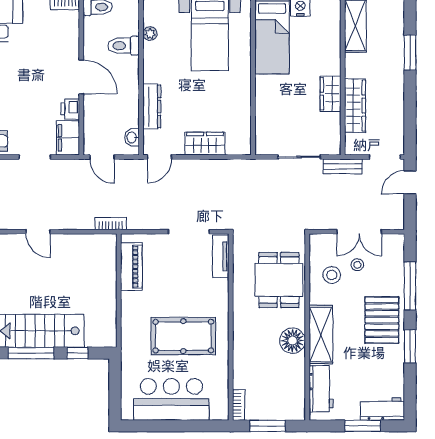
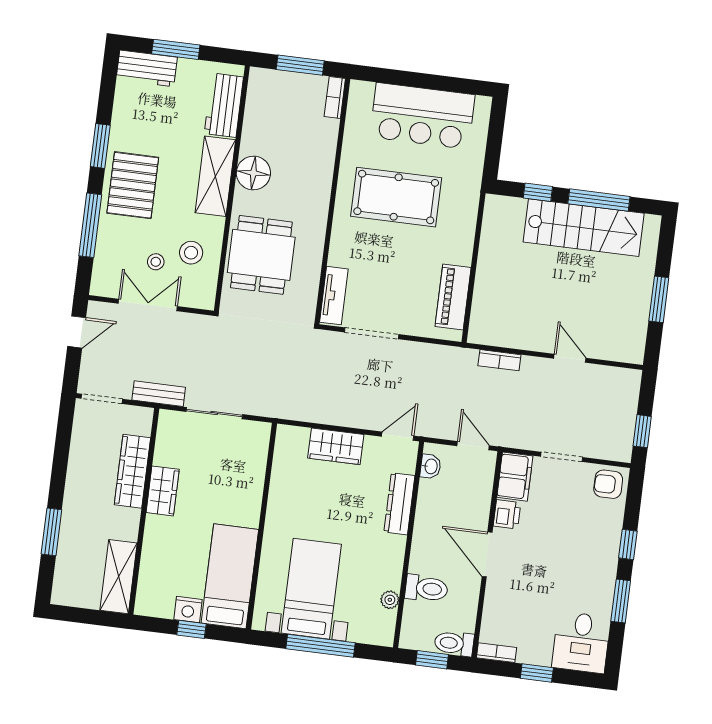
door: (410, 182) -> (77, 332), moved
bookcase: (111, 224) -> (499, 360), moved

